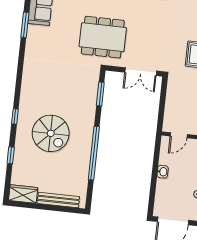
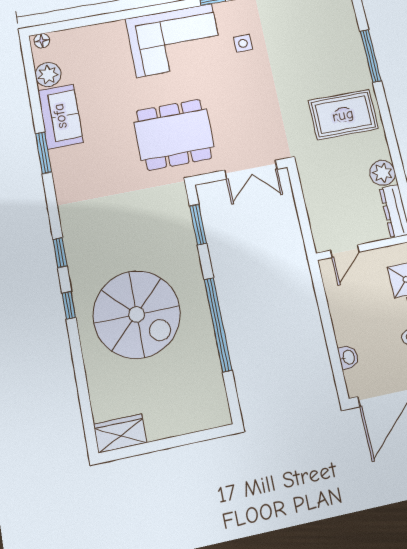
spiral stairs: (51, 133) -> (137, 314), width x1.37, depth x1.37
window: (11, 155) -> (60, 253), moved
washbasin: (163, 172) -> (348, 357), moved
bench: (58, 200) -> (183, 424), removed

